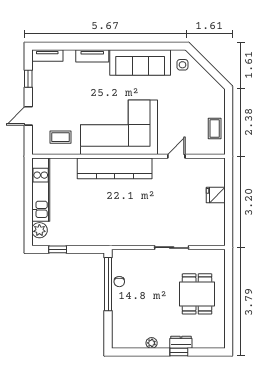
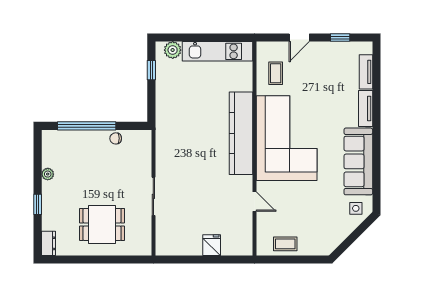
tv unit: (47, 56) -> (366, 72), moved
door: (28, 116) -> (299, 38), swing flipped
window: (108, 284) -> (87, 126), moved
dresser: (181, 342) -> (48, 243), moved

